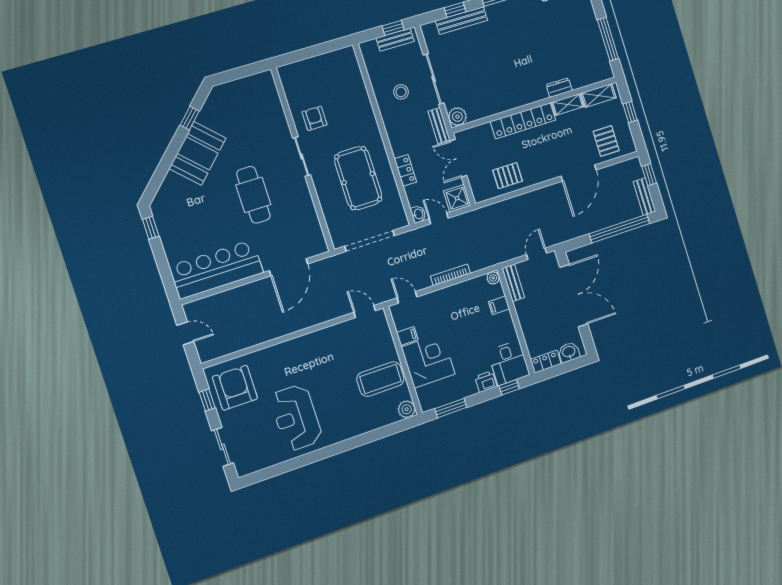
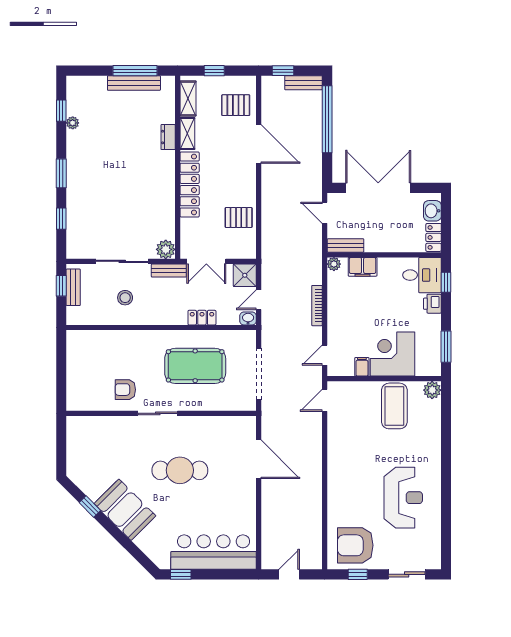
bench: (462, 21) -> (134, 83), moved, turned 90
pallet: (508, 176) -> (239, 217), turned 90
bar counter: (216, 269) -> (214, 552), moved, turned 90
filing cabinet: (499, 305) -> (363, 267), width x2.00
reception desk: (296, 418) -> (403, 498), turned -90

